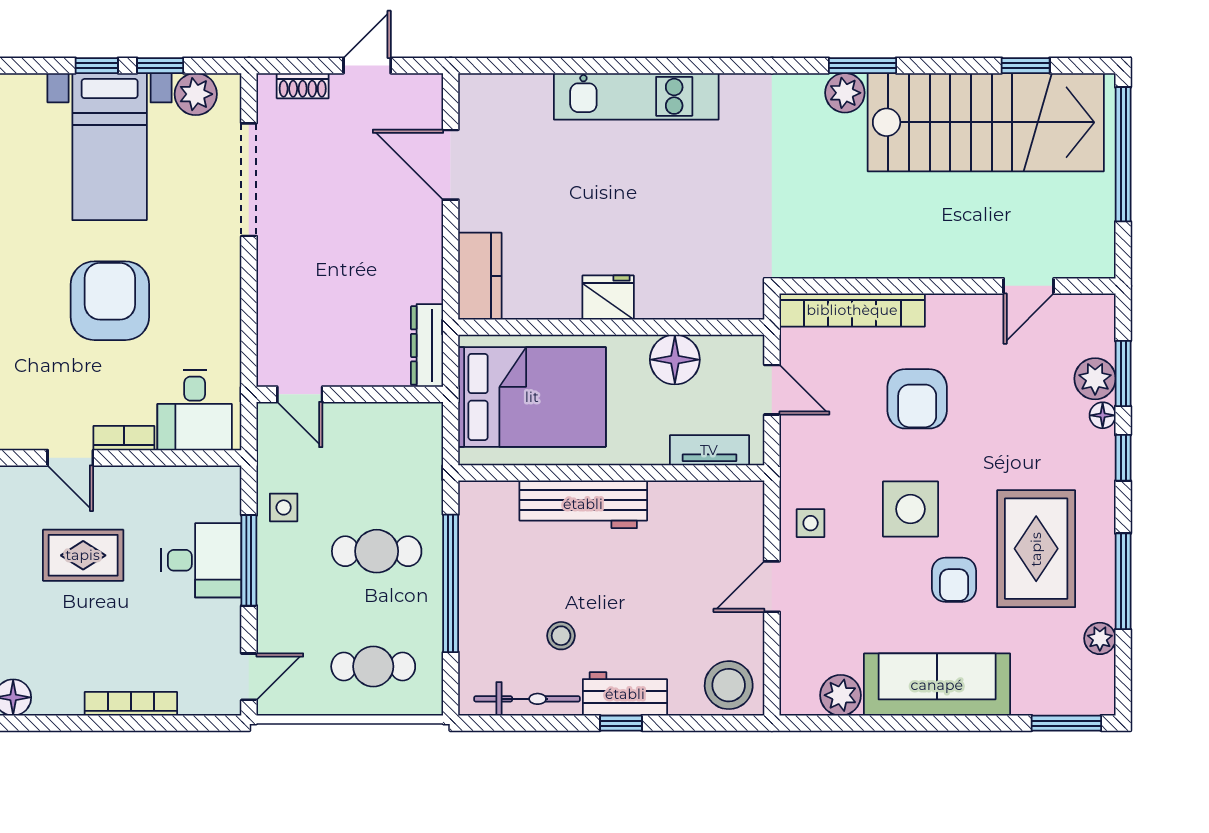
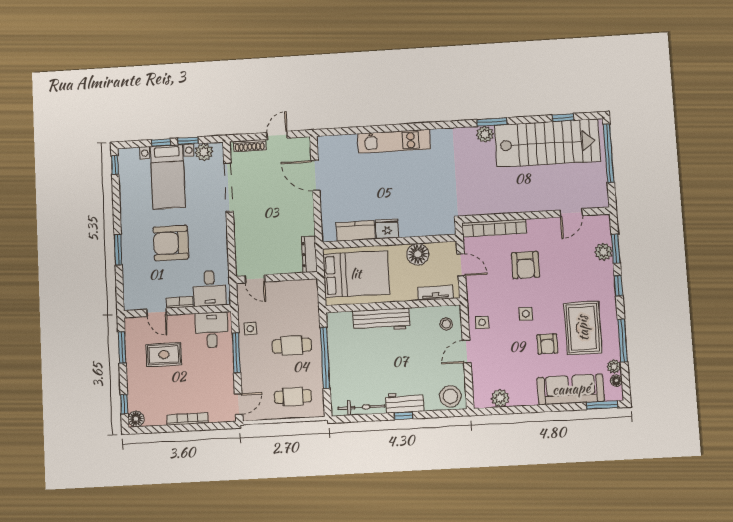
shoe rack: (303, 86) -> (250, 146), width x1.43
kitchen counter: (480, 276) -> (356, 231), moved, turned -90
armchair: (110, 301) -> (171, 243), turned -90
floor lamp: (1103, 415) -> (616, 381), moved
side table: (910, 509) -> (526, 314), width x0.54, depth x0.54
desk: (201, 560) -> (212, 330), moved, turned -90
stool: (561, 636) -> (446, 324), moved
sofa: (937, 685) -> (571, 389), moved

